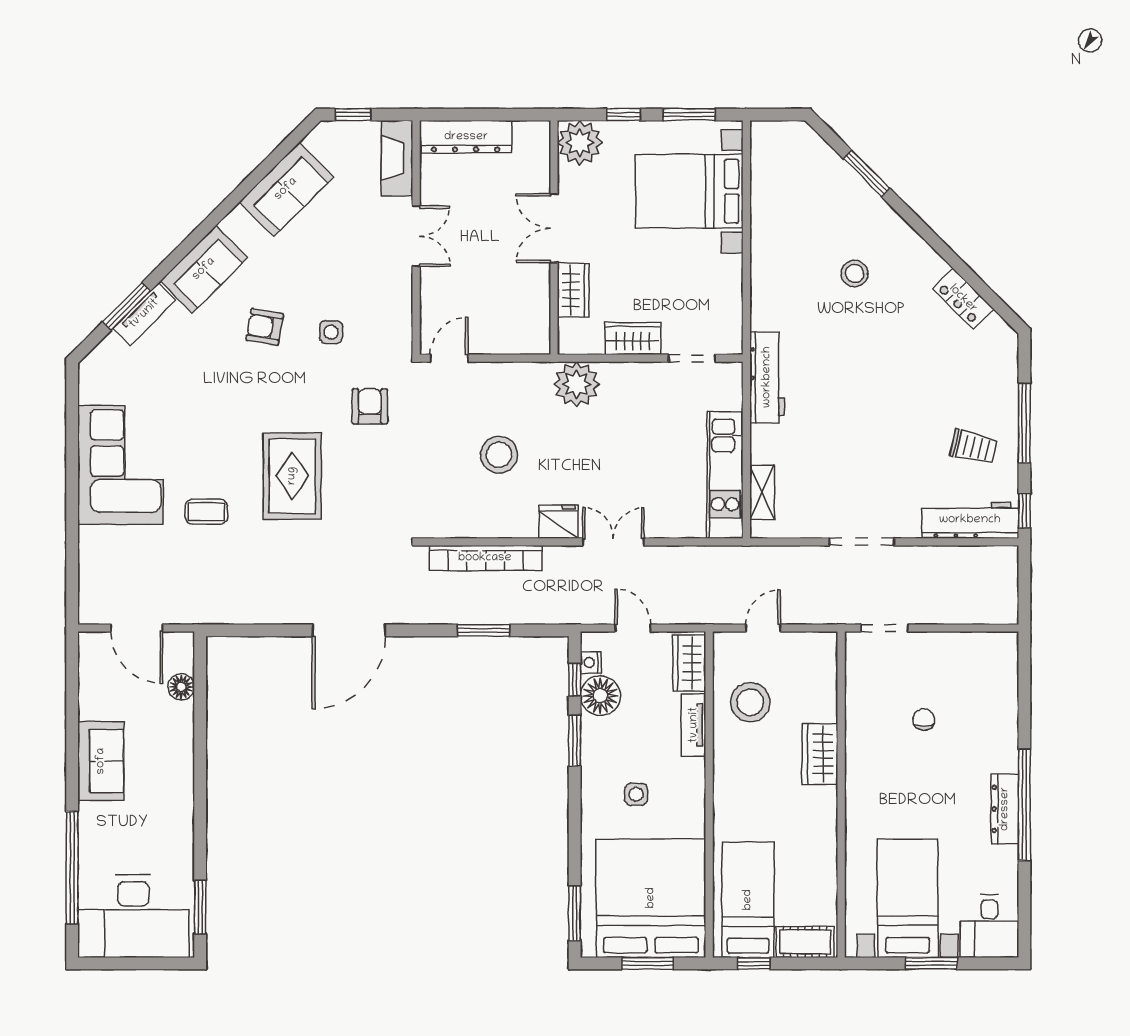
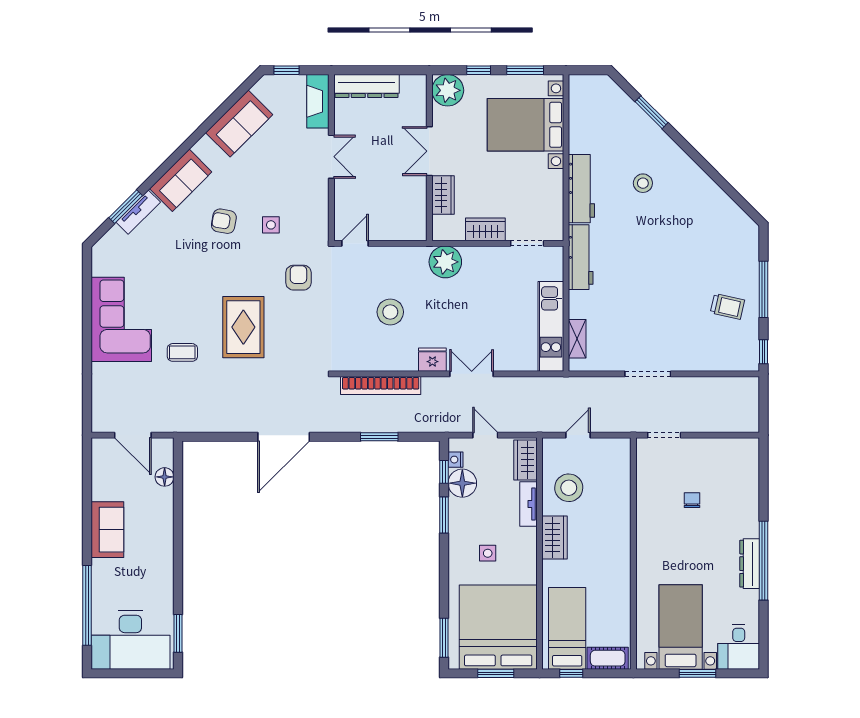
locker: (963, 299) -> (720, 201), removed
workbench: (970, 520) -> (581, 189), moved, turned 90
wardrobe: (820, 754) -> (554, 537), moved, turned 180

